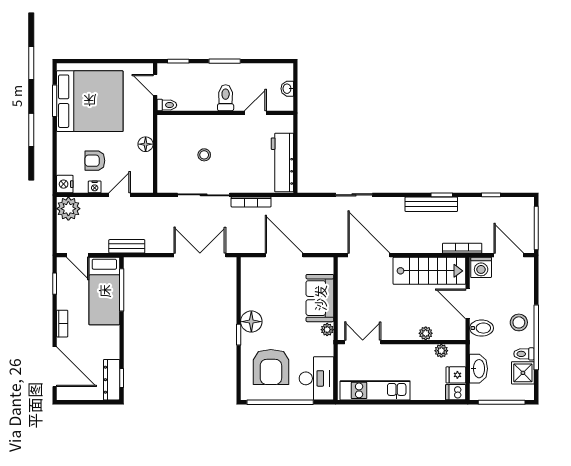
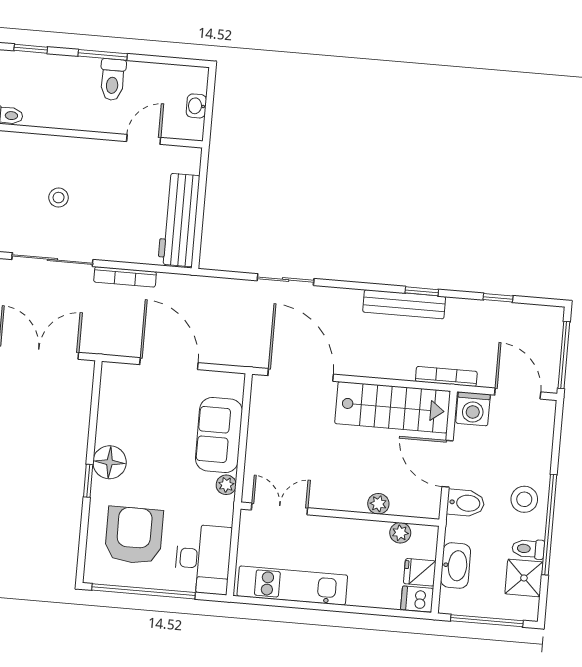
toilet: (226, 98) -> (113, 80), moved, turned 180
armchair: (271, 367) -> (134, 535), turned 180

